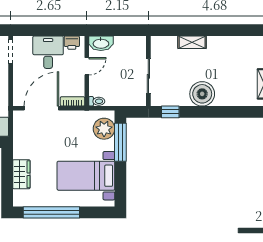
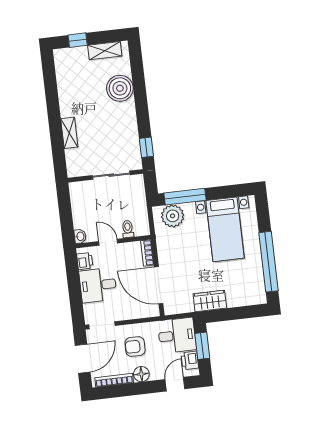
washbasin: (101, 43) -> (80, 236), width x0.52, depth x0.69
boiler: (202, 94) -> (120, 88), moved
toilet: (97, 101) -> (128, 229), moved
wardrobe: (21, 174) -> (210, 301), moved

